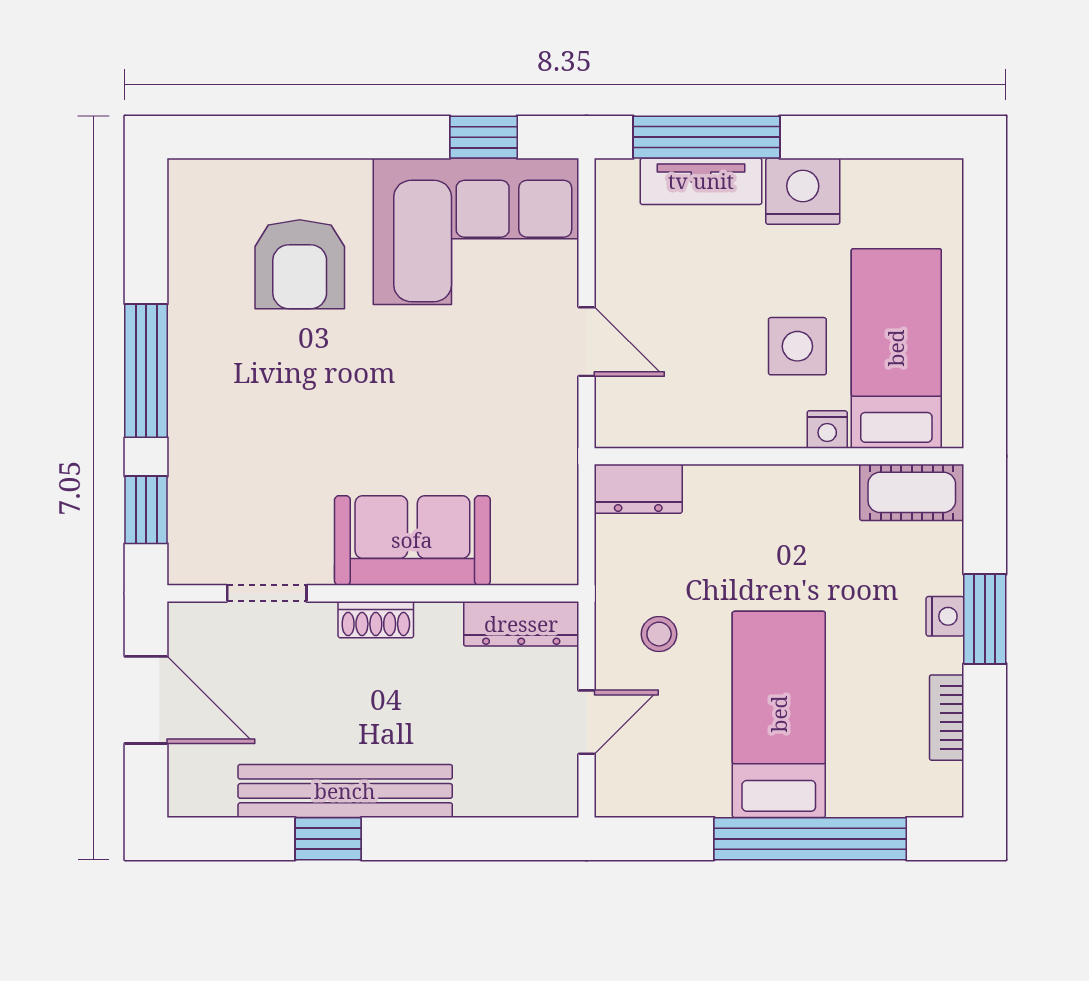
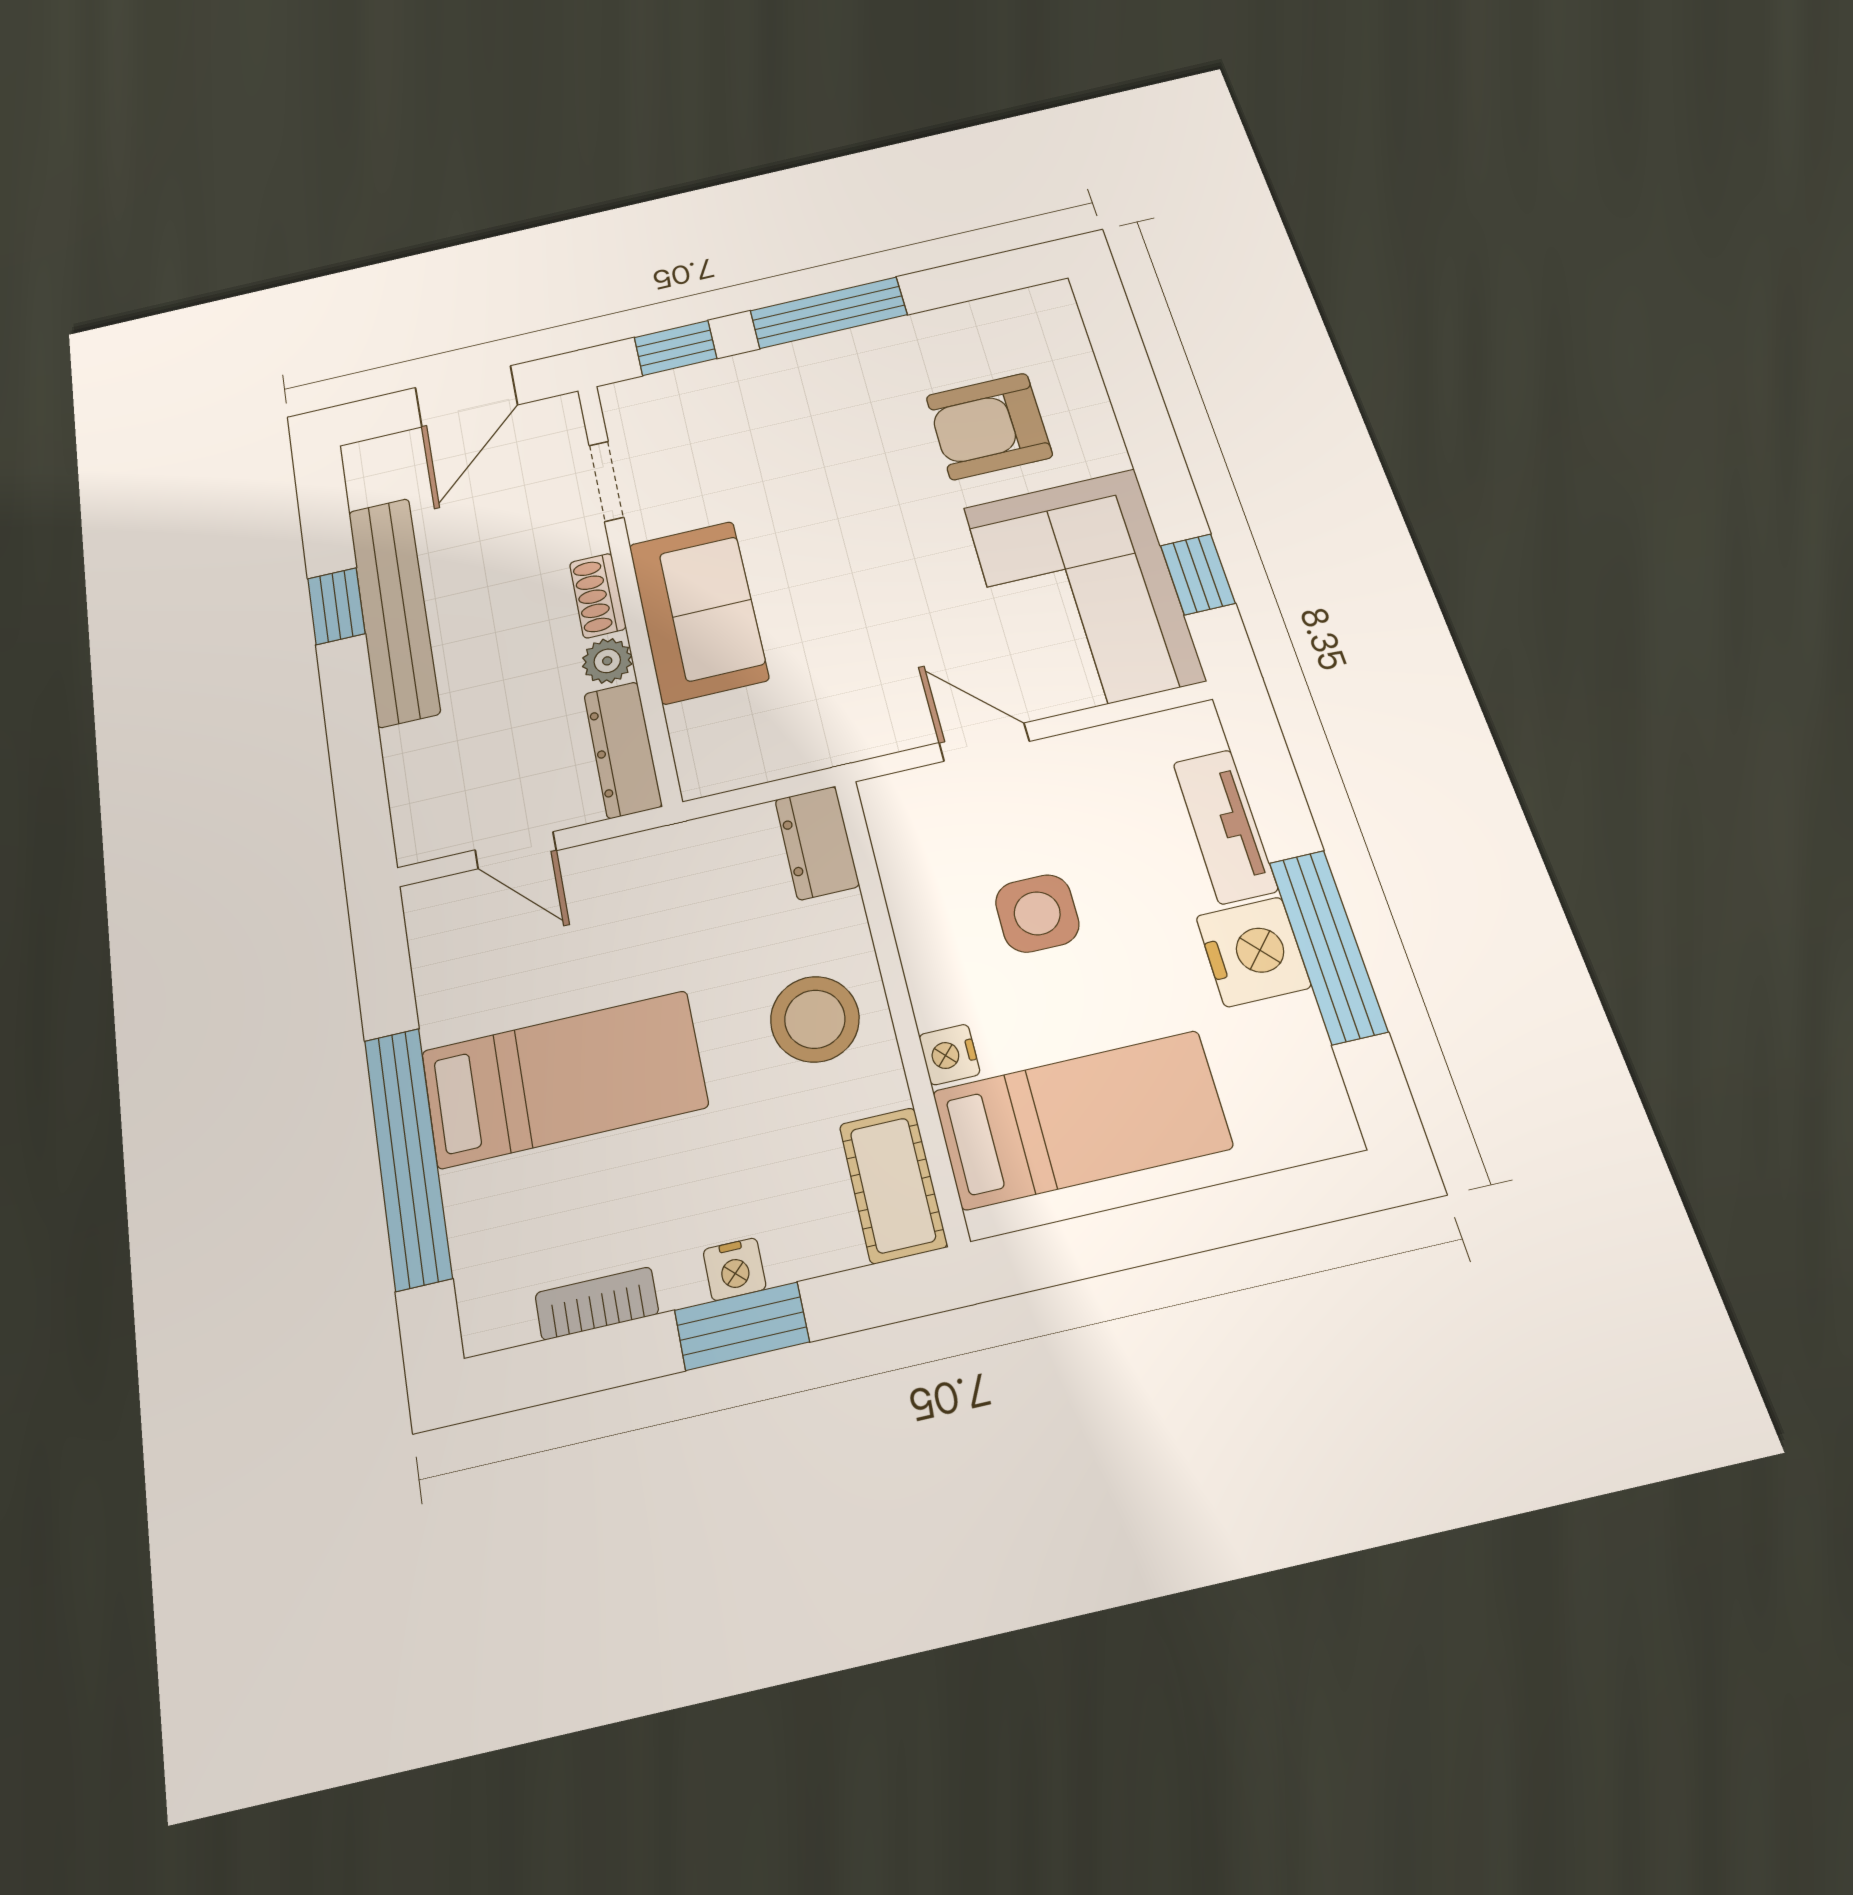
window: (706, 137) -> (1328, 946), moved
door: (587, 342) -> (984, 742), swing flipped
side table: (797, 346) -> (1037, 913), moved
plant: (439, 622) -> (607, 661), added
stool: (659, 634) -> (815, 1019), moved, width x1.89, depth x1.89

